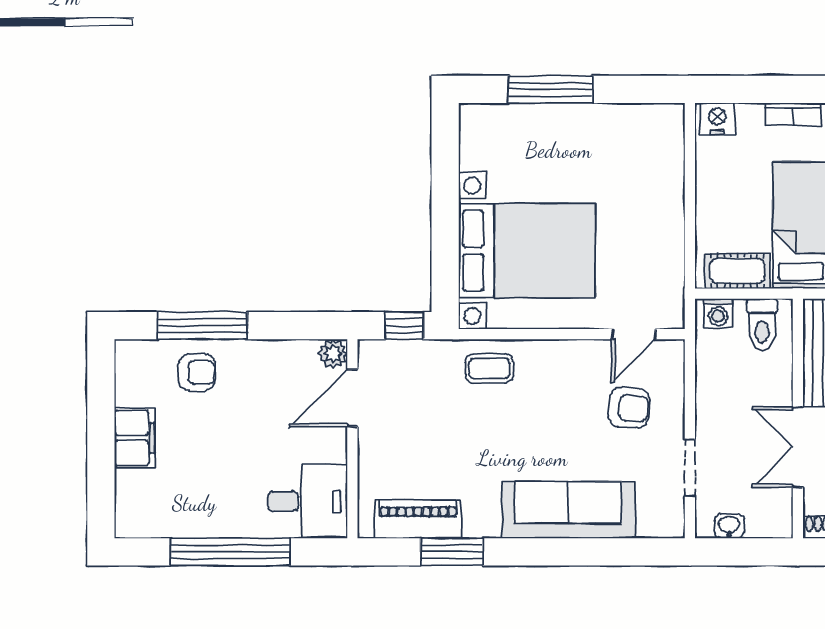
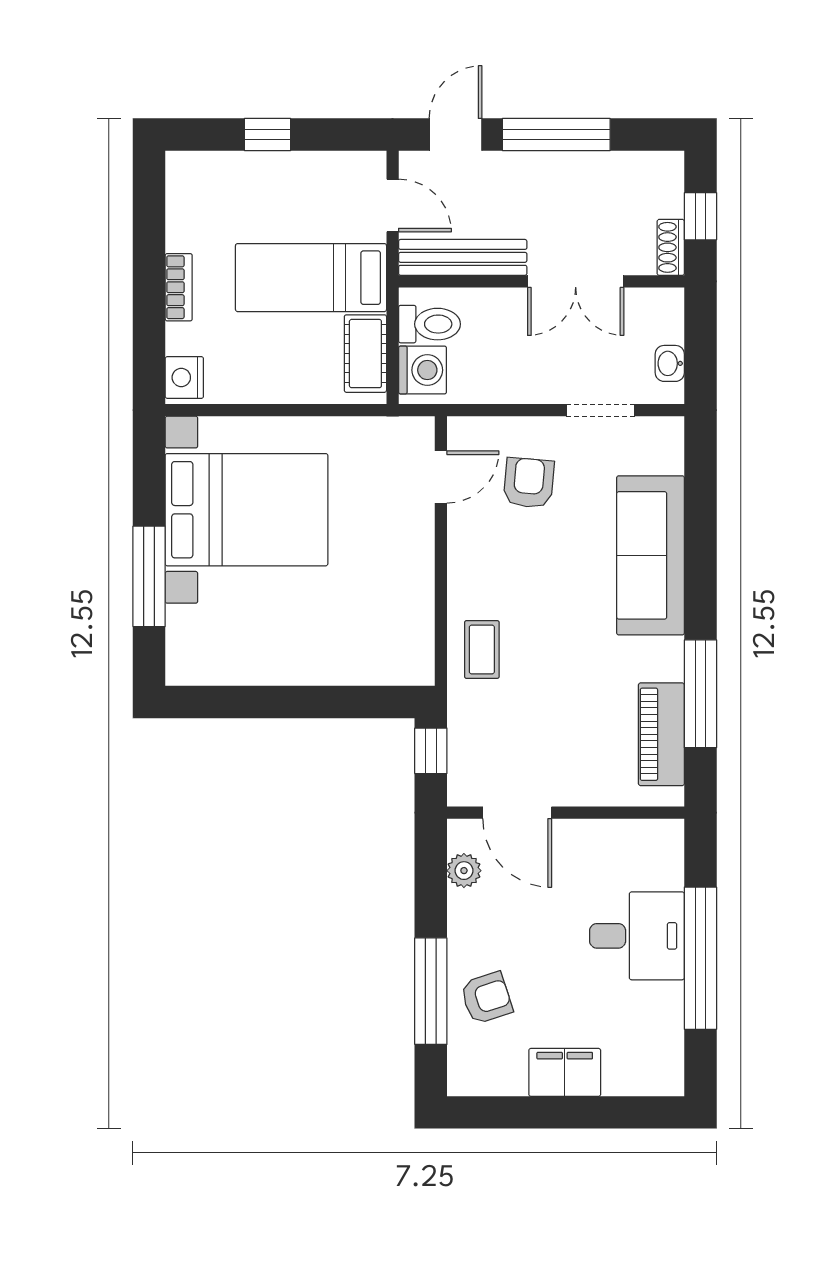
bed with nightstands: (527, 251) -> (246, 510), moved, turned 90
washing machine: (718, 313) -> (423, 370), width x1.38, depth x1.38
door: (634, 334) -> (441, 477), hinge flipped
plant: (333, 354) -> (464, 871), moved
armchair: (197, 372) -> (486, 998), turned 72
desk: (308, 501) -> (637, 936), moved, turned 90
window: (452, 552) -> (700, 694), width x1.44

